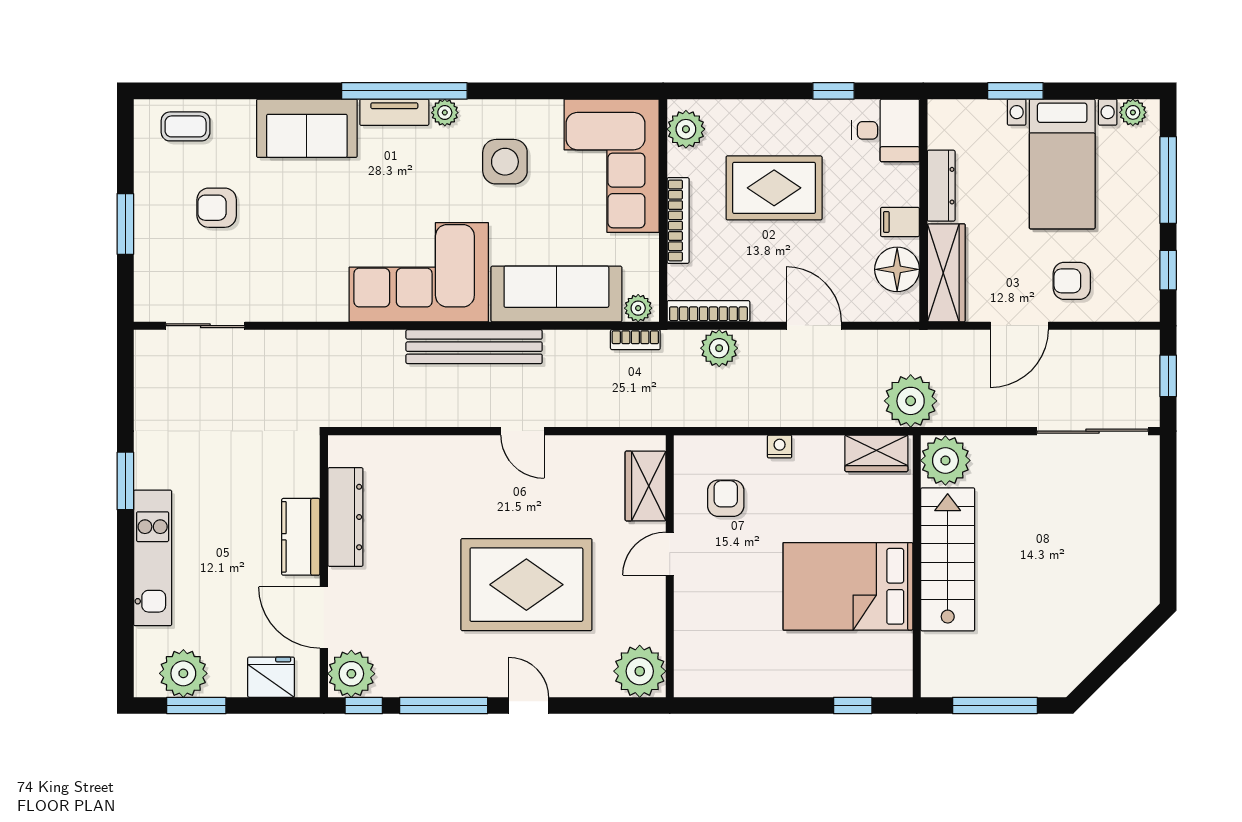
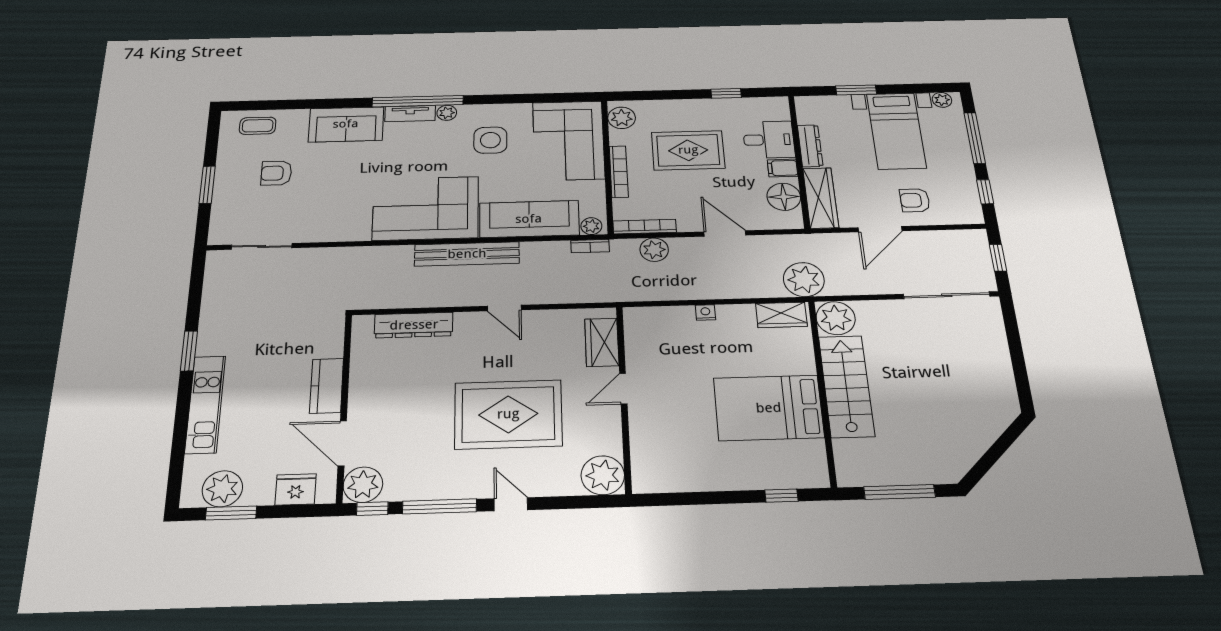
desk: (886, 130) -> (769, 140), moved
armchair: (726, 498) -> (666, 349), removed
dresser: (345, 517) -> (414, 325), moved, turned 90

